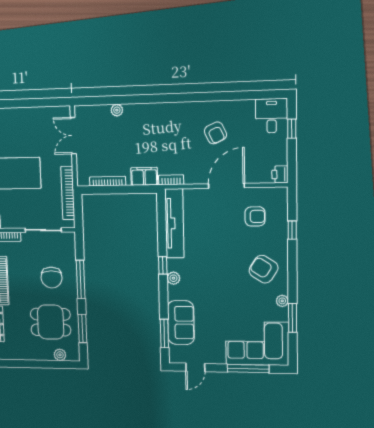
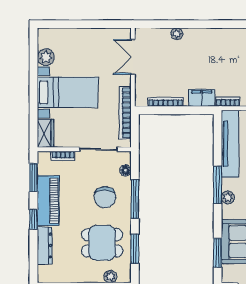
floor lamp: (70, 251) -> (125, 170), added
window: (163, 265) -> (218, 185), width x2.17

